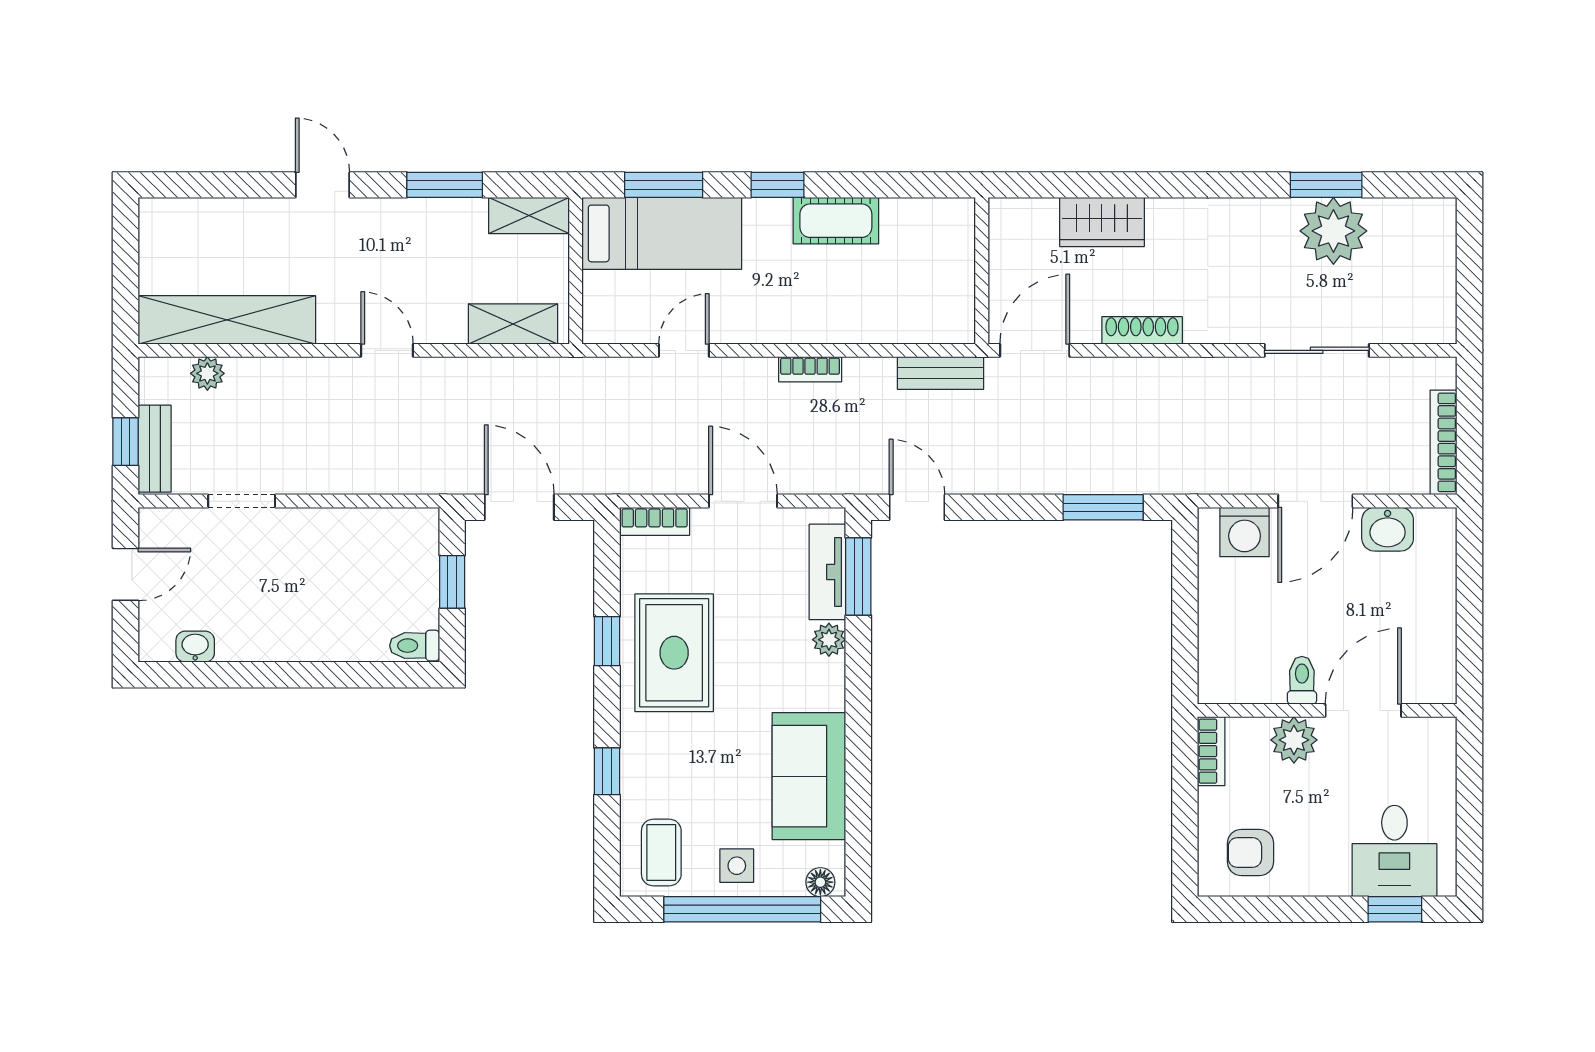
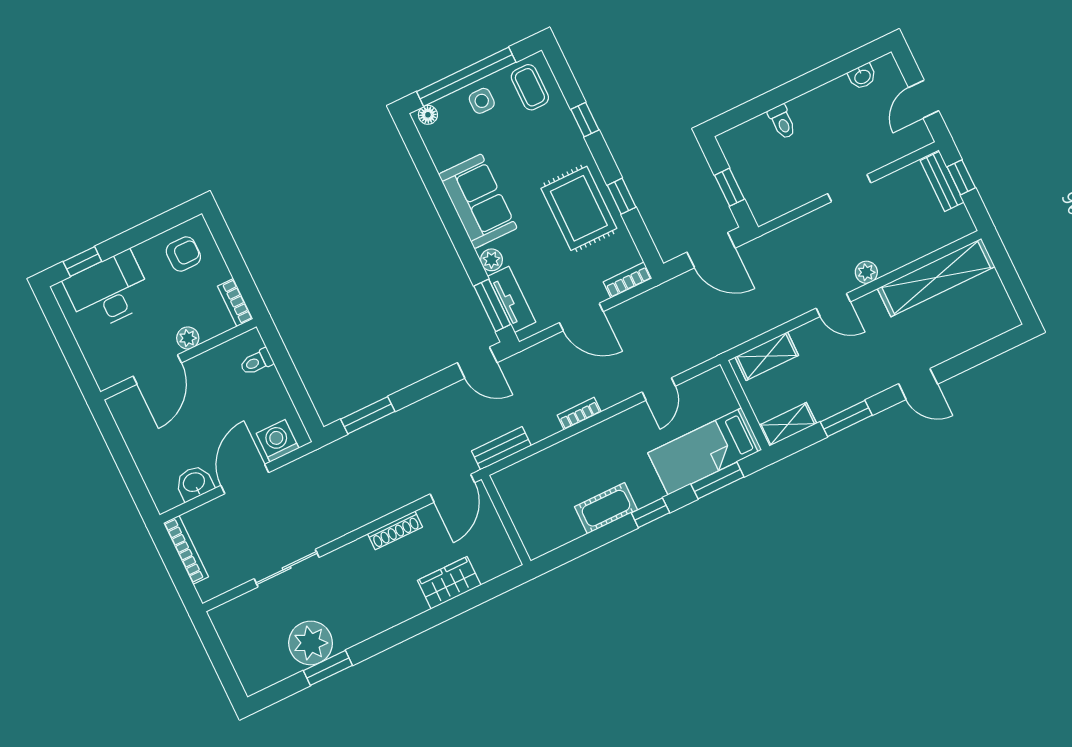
plant: (207, 373) -> (866, 272), moved
doorway: (242, 501) -> (849, 188), moved
toilet: (415, 646) -> (782, 122), moved, turned 90
toilet: (1302, 680) -> (256, 362), moved, turned 90
plant: (1294, 740) -> (188, 338), width x0.73, depth x0.73
sofa: (809, 776) -> (478, 201), moved
desk: (1394, 851) -> (108, 291), width x1.37

